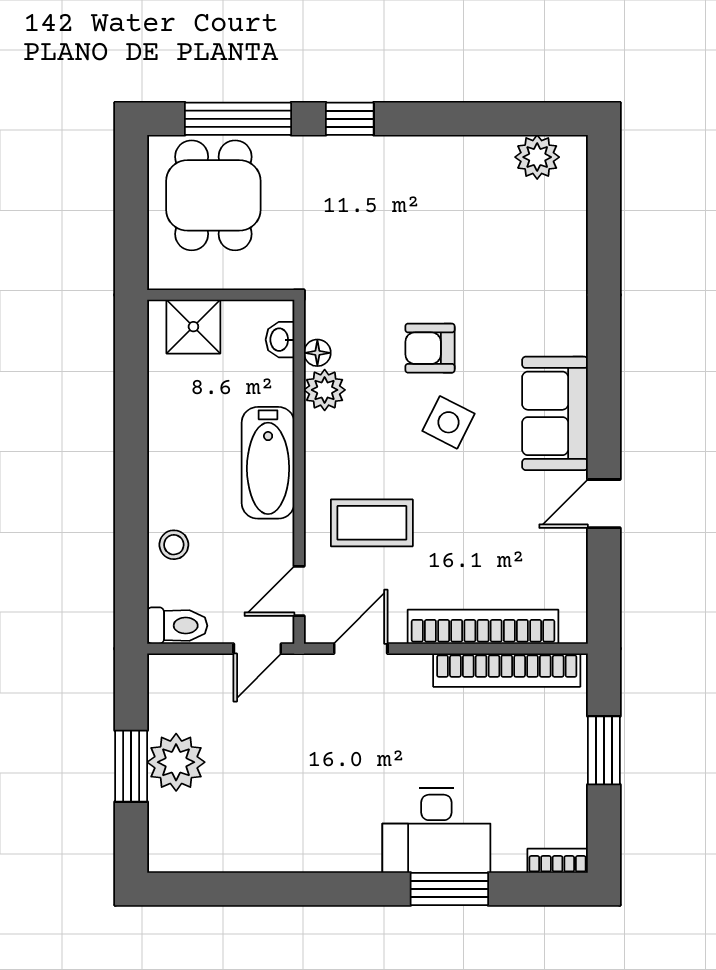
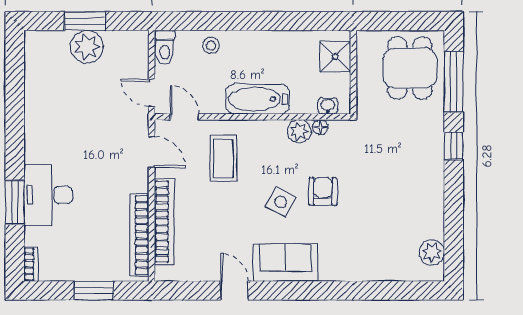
dining table: (213, 195) -> (410, 68), turned 90

